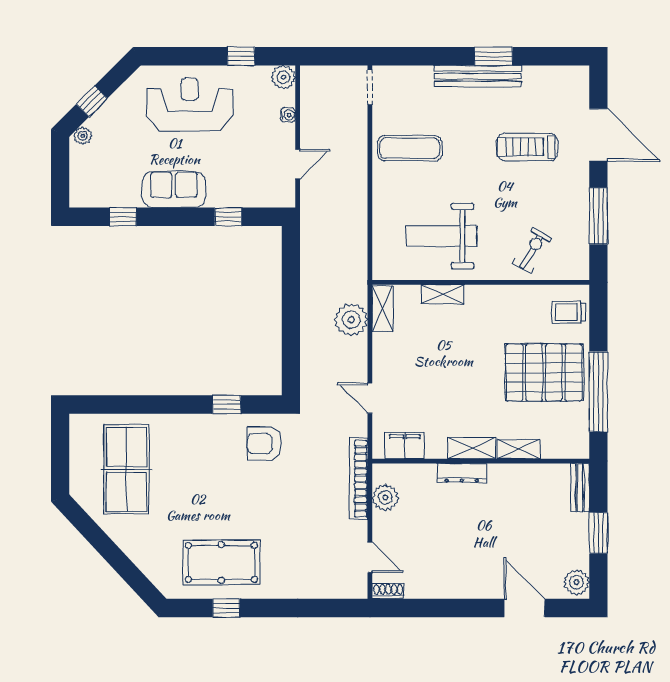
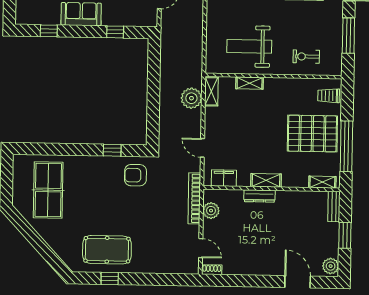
exercise bike: (532, 250) -> (306, 57), turned -120
shelving: (519, 449) -> (322, 182), moved

